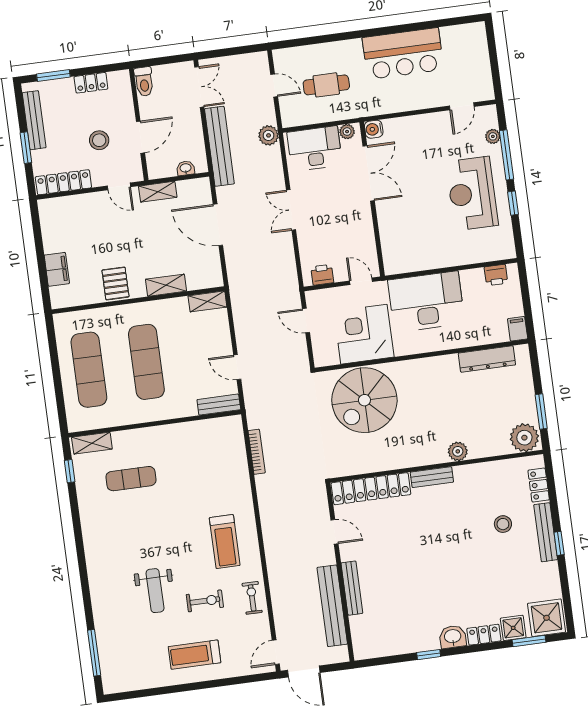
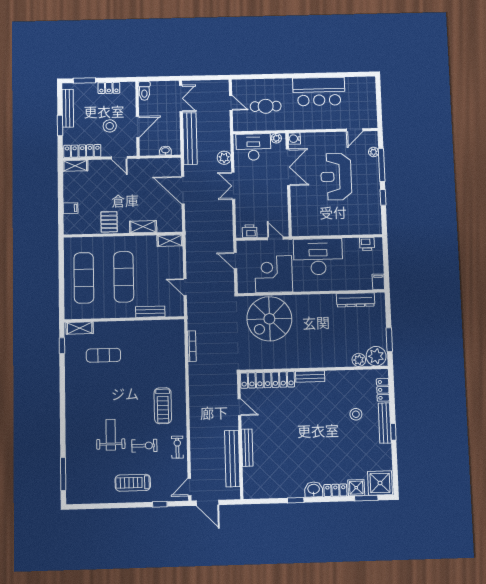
plant: (269, 135) -> (224, 158), moved
shelving: (158, 192) -> (75, 166), moved
reception desk: (472, 193) -> (336, 177), moved
filing cabinet: (57, 269) -> (70, 208), width x0.50
bench: (219, 405) -> (150, 312), moved
plant: (458, 451) -> (359, 360), moved
weight bench: (155, 591) -> (111, 435), turned 180
window: (236, 681) -> (160, 504), added

